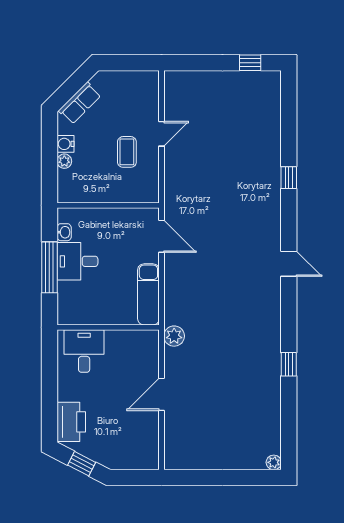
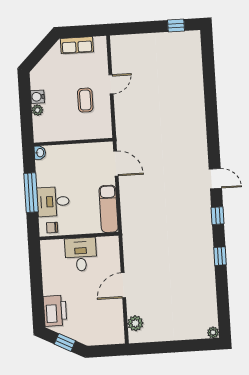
row of seats: (80, 103) -> (77, 45), moved, turned 45
window: (289, 178) -> (218, 216), moved
washbasin: (64, 232) -> (40, 153), moved
desk: (77, 261) -> (53, 202), moved
chair: (74, 314) -> (52, 228), added
plant: (174, 336) -> (135, 323), moved
desk: (84, 351) -> (81, 254), moved

